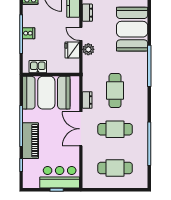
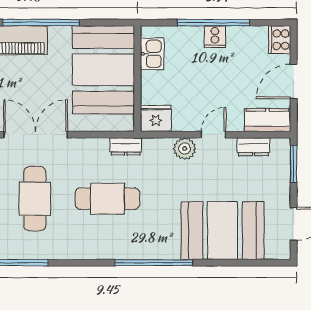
fridge: (72, 50) -> (156, 118), moved
dresser: (87, 100) -> (126, 146), moved

